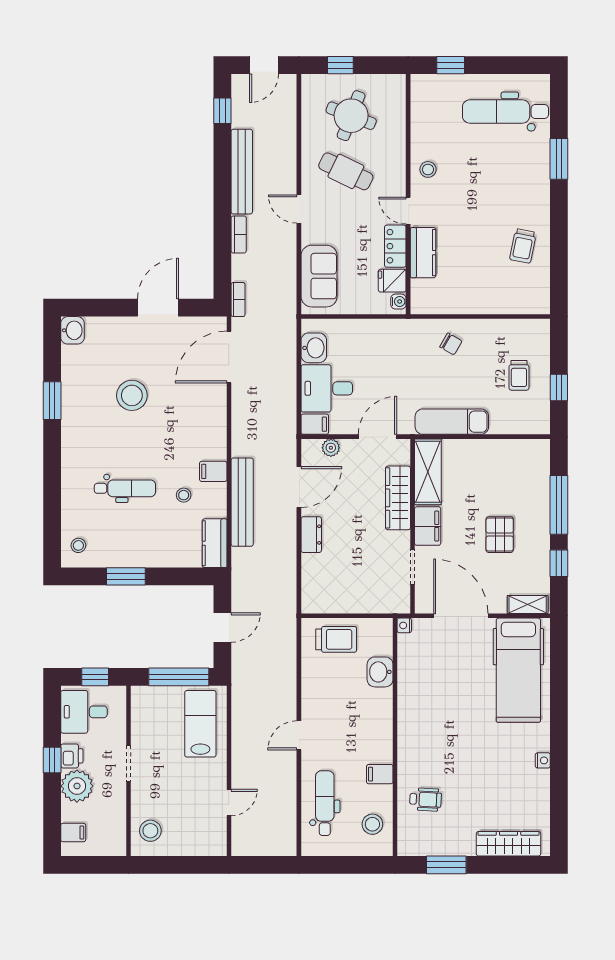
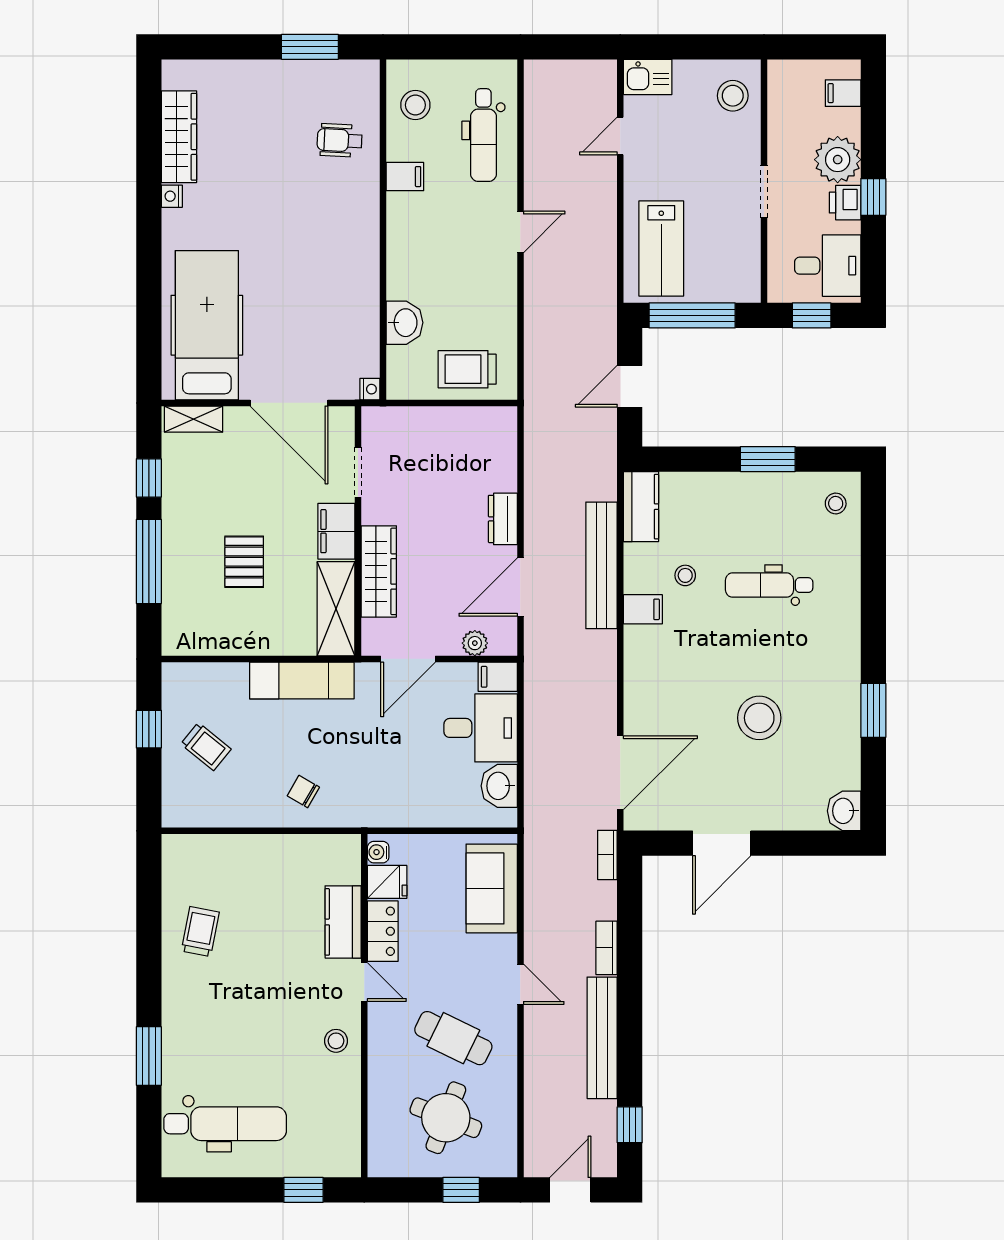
trolley: (519, 375) -> (206, 747), turned 129
pallet: (500, 535) -> (244, 562), moved
kitchen sink: (210, 844) -> (648, 77), added
wardrobe: (508, 844) -> (179, 137), moved, turned -90

